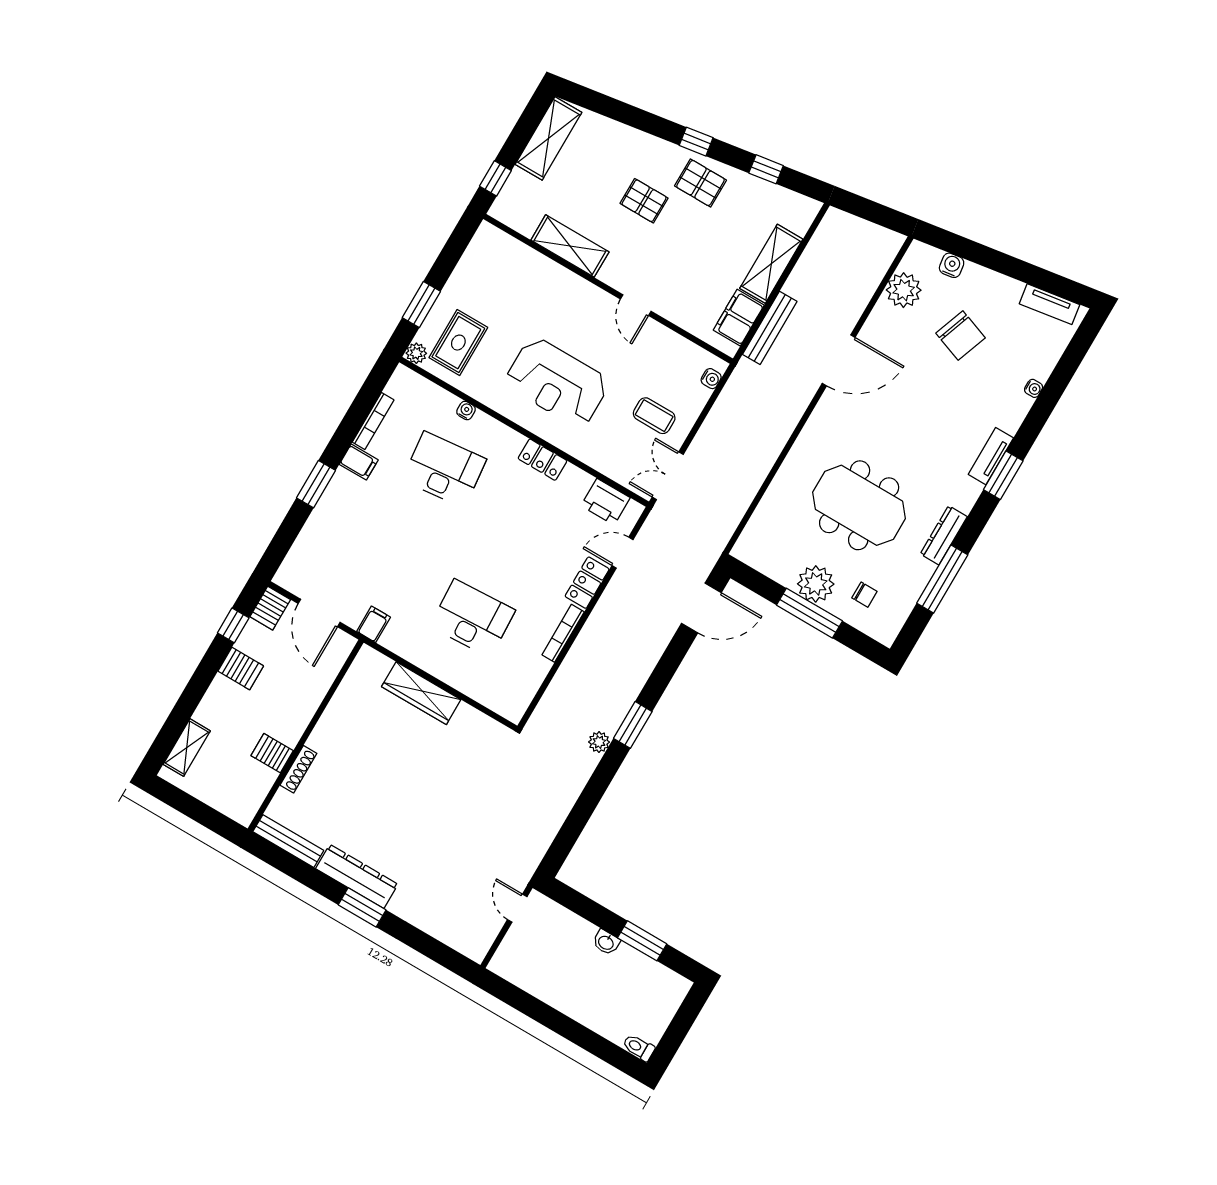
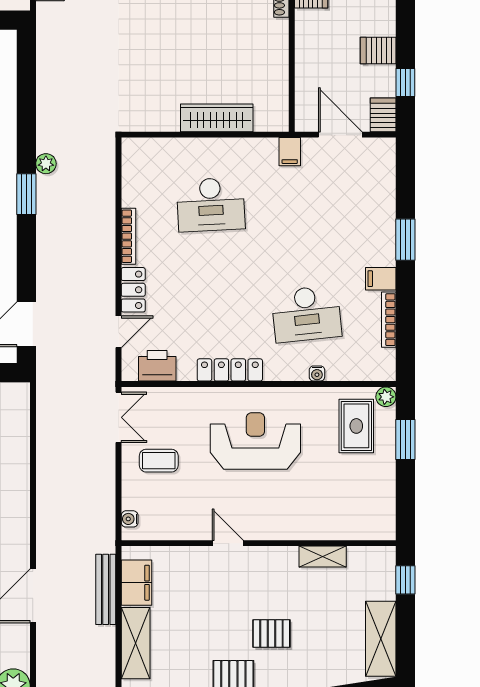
shelving: (570, 246) -> (323, 557), width x0.67, depth x0.75
locker: (542, 460) -> (230, 370), width x1.53

